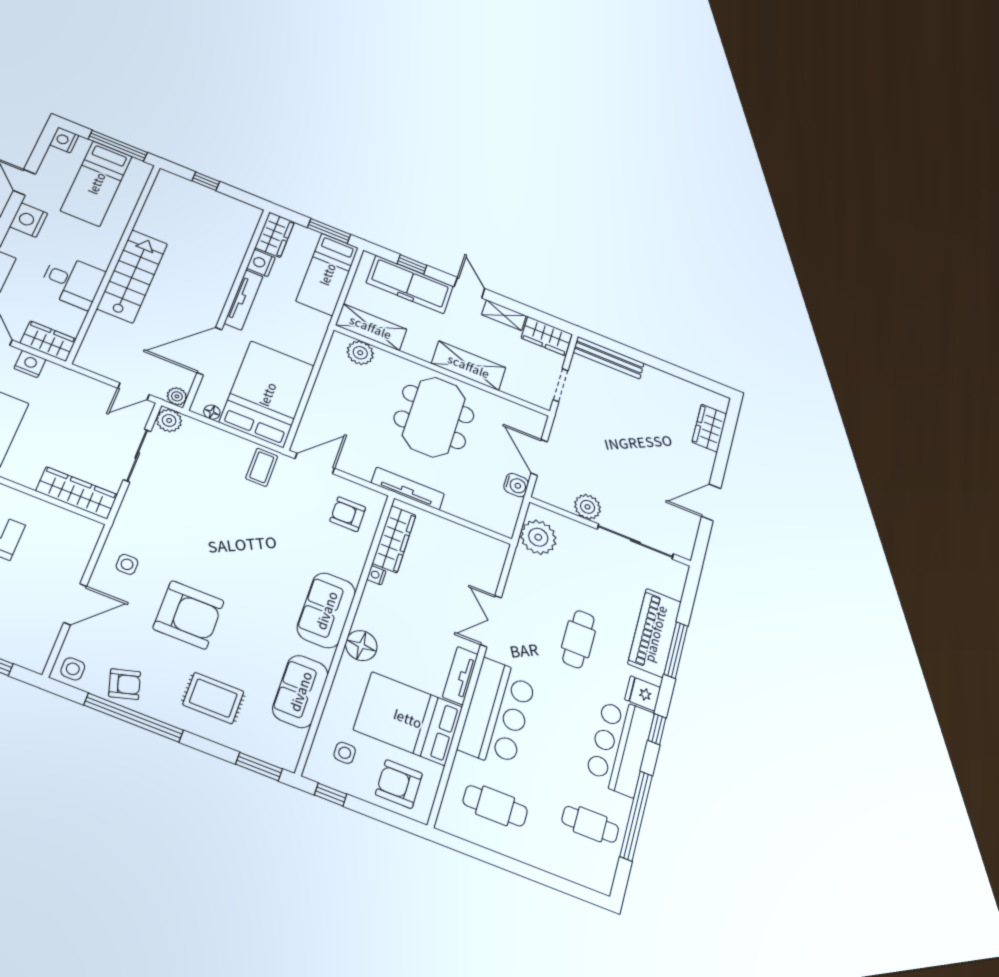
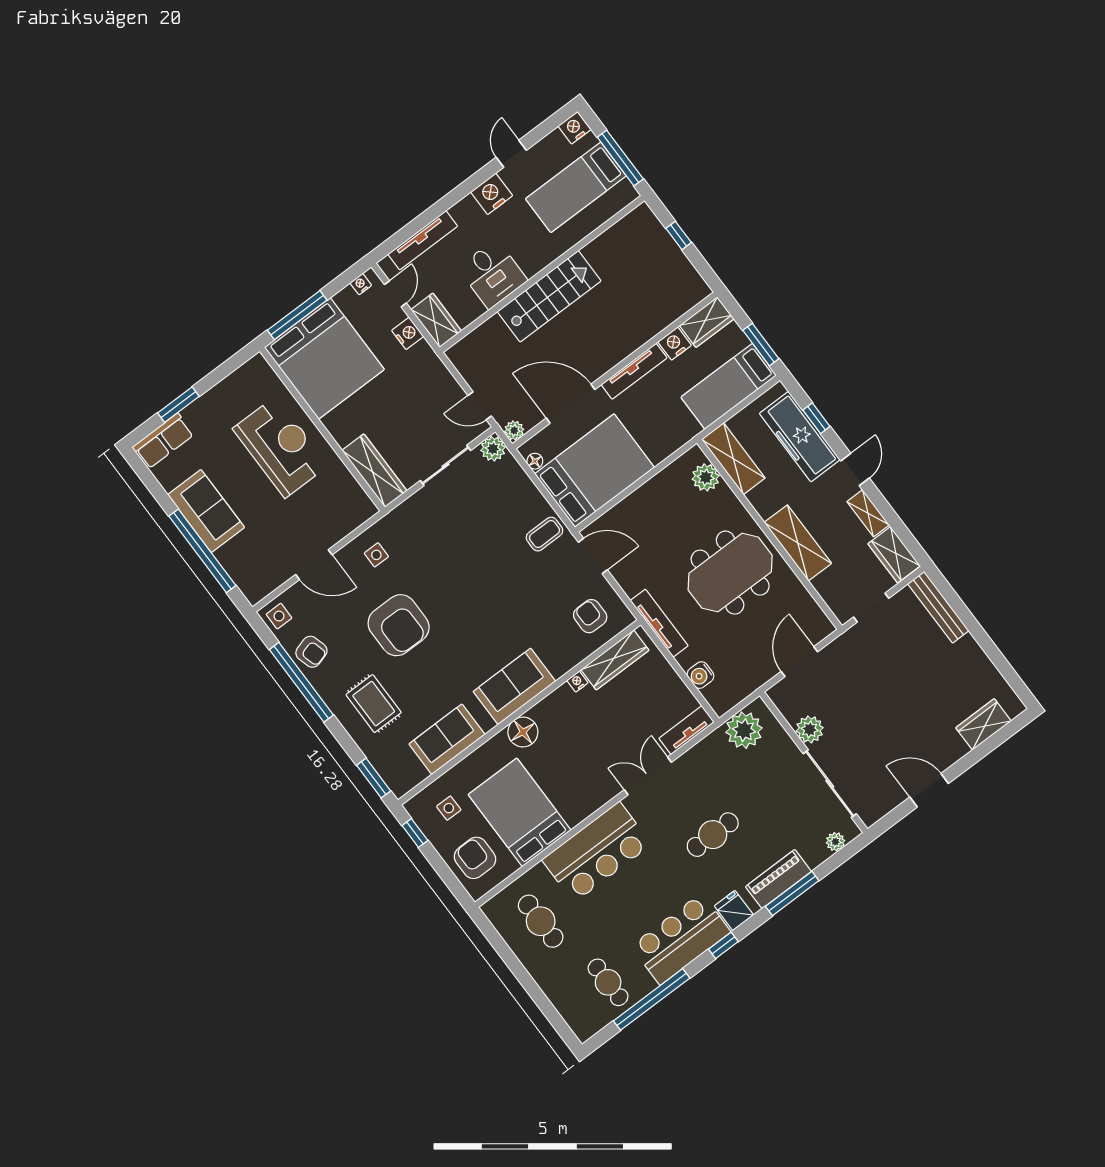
water cooler: (516, 485) -> (701, 675), moved, turned 90
plant: (675, 586) -> (835, 842), added
piano: (655, 633) -> (778, 879), width x0.73, depth x0.75
tv unit: (460, 676) -> (687, 730), moved

